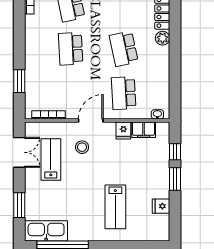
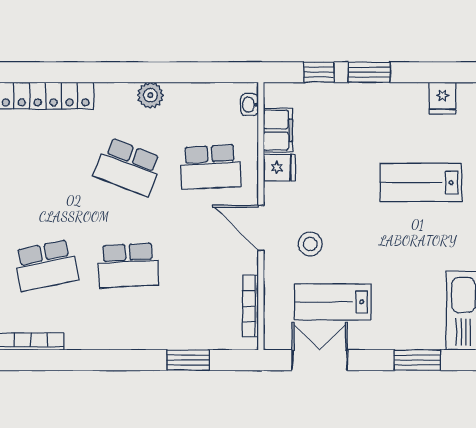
plant: (163, 38) -> (150, 95), moved
school desk: (124, 49) -> (128, 167), turned 33
fridge: (161, 206) -> (442, 98), moved
lab bench: (115, 207) -> (421, 182), turned 180

